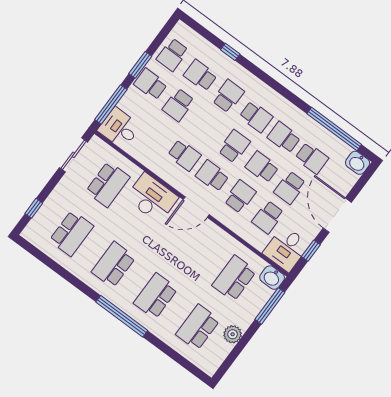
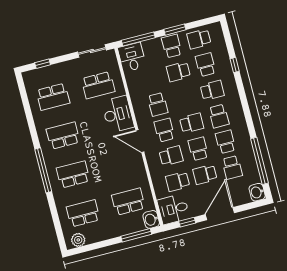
plant: (233, 334) -> (78, 240), moved

